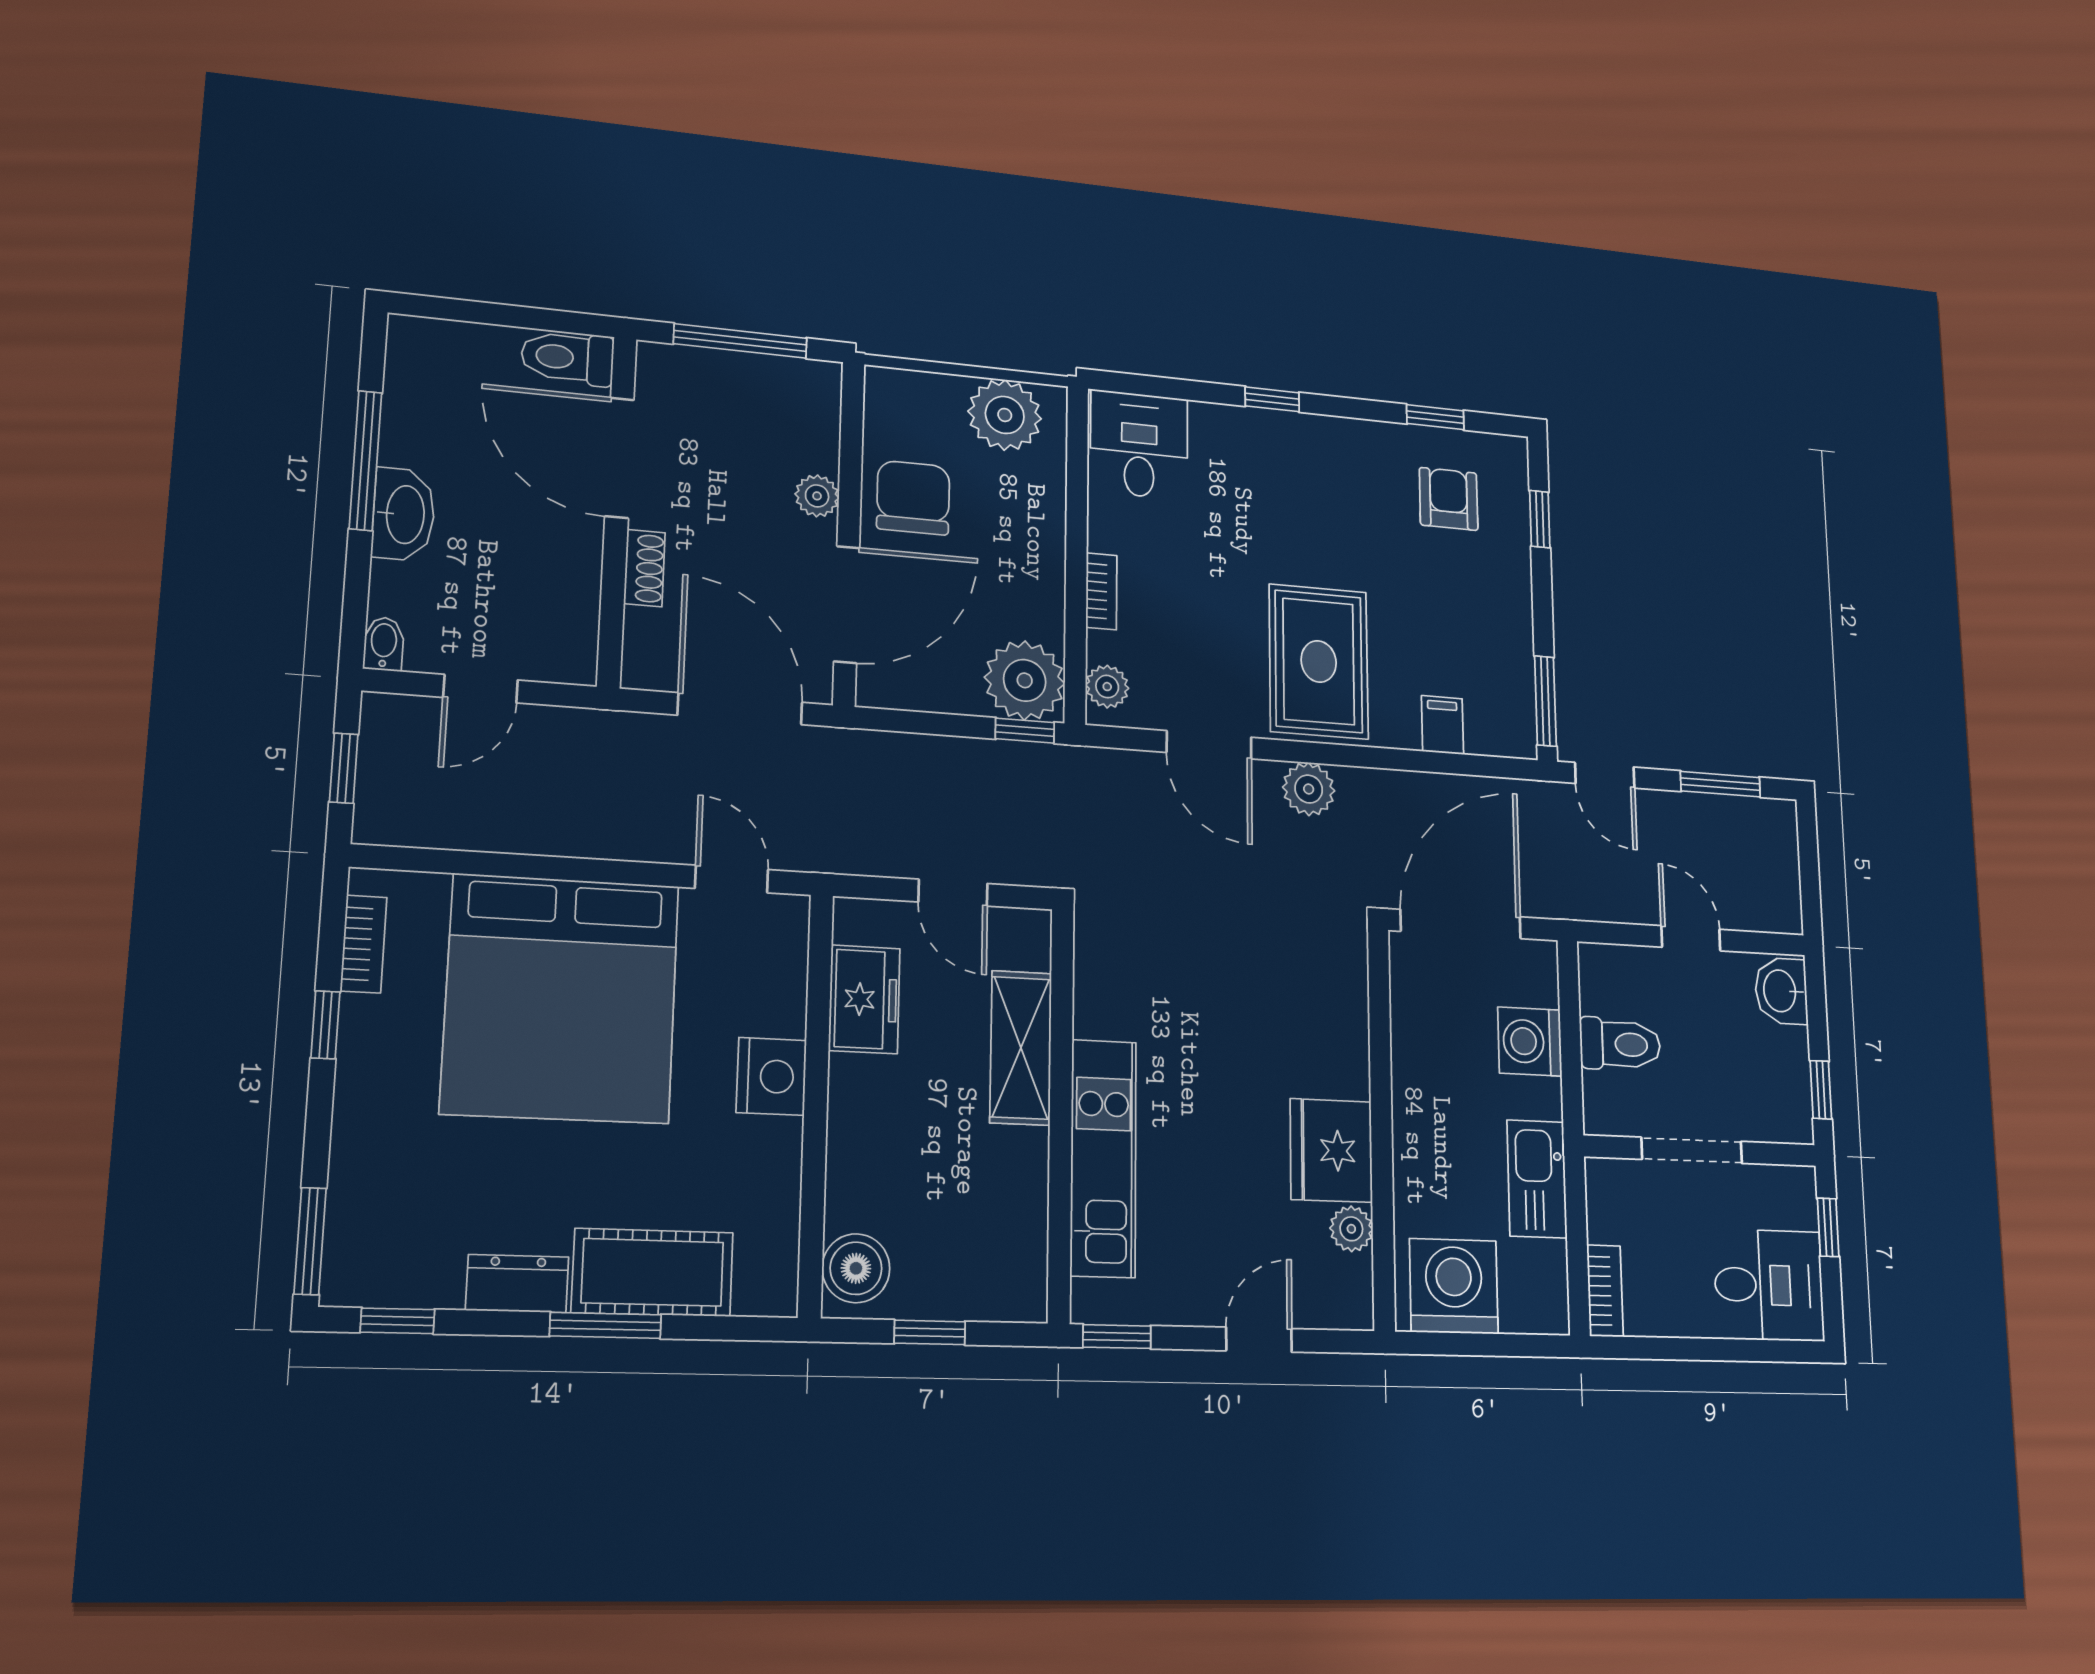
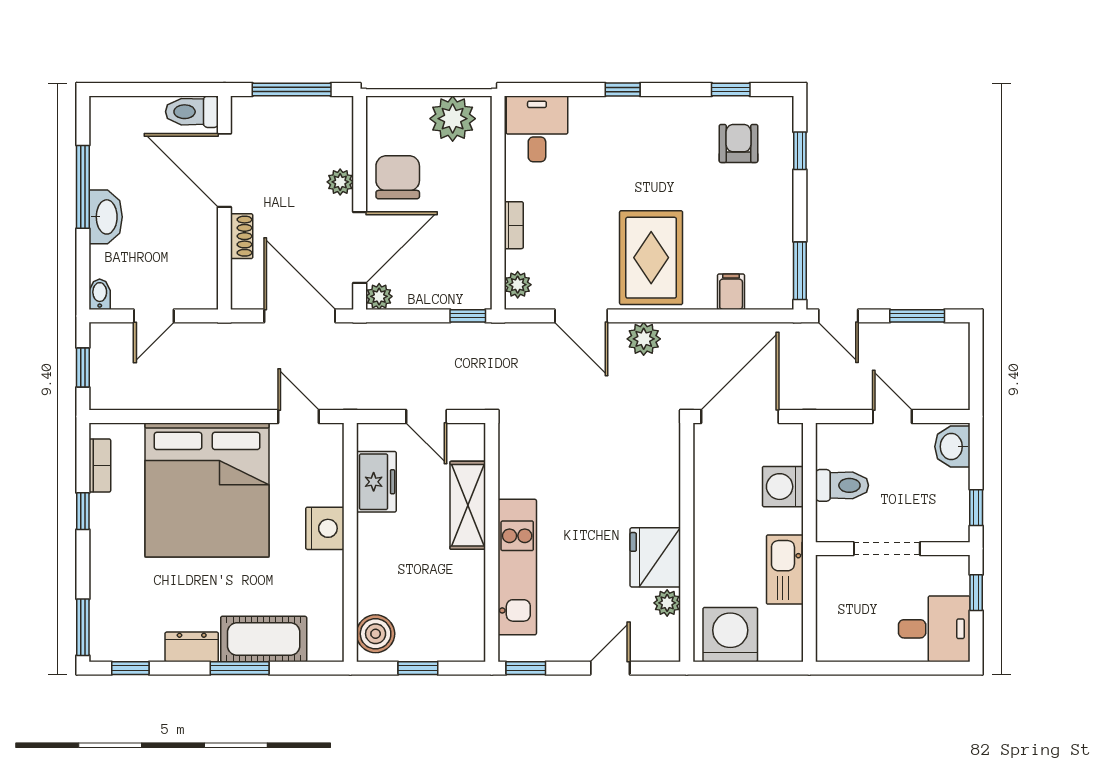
plant: (1025, 680) -> (379, 296), moved, width x0.53, depth x0.53
bookcase: (1605, 1291) -> (826, 635), removed

